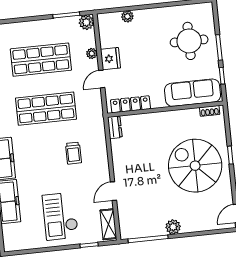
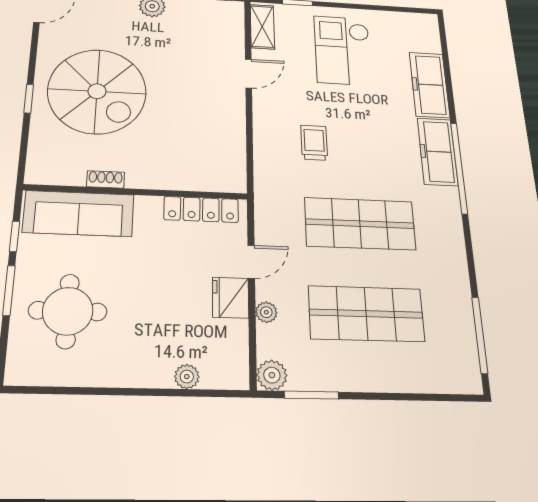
shoe rack: (210, 111) -> (106, 179), moved
dresser: (115, 127) -> (235, 174), removed
checkout: (60, 216) -> (343, 50), turned 180

